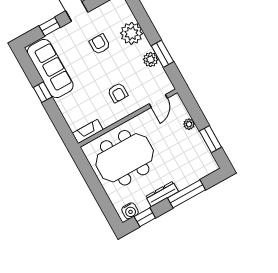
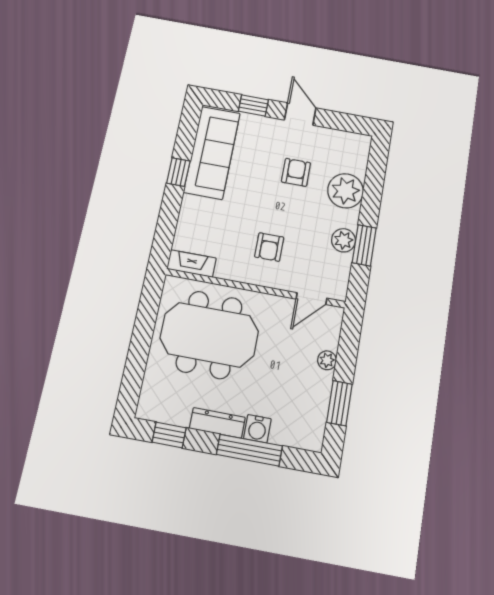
water cooler: (130, 211) -> (257, 429), moved

